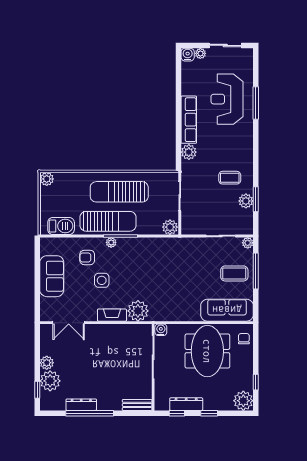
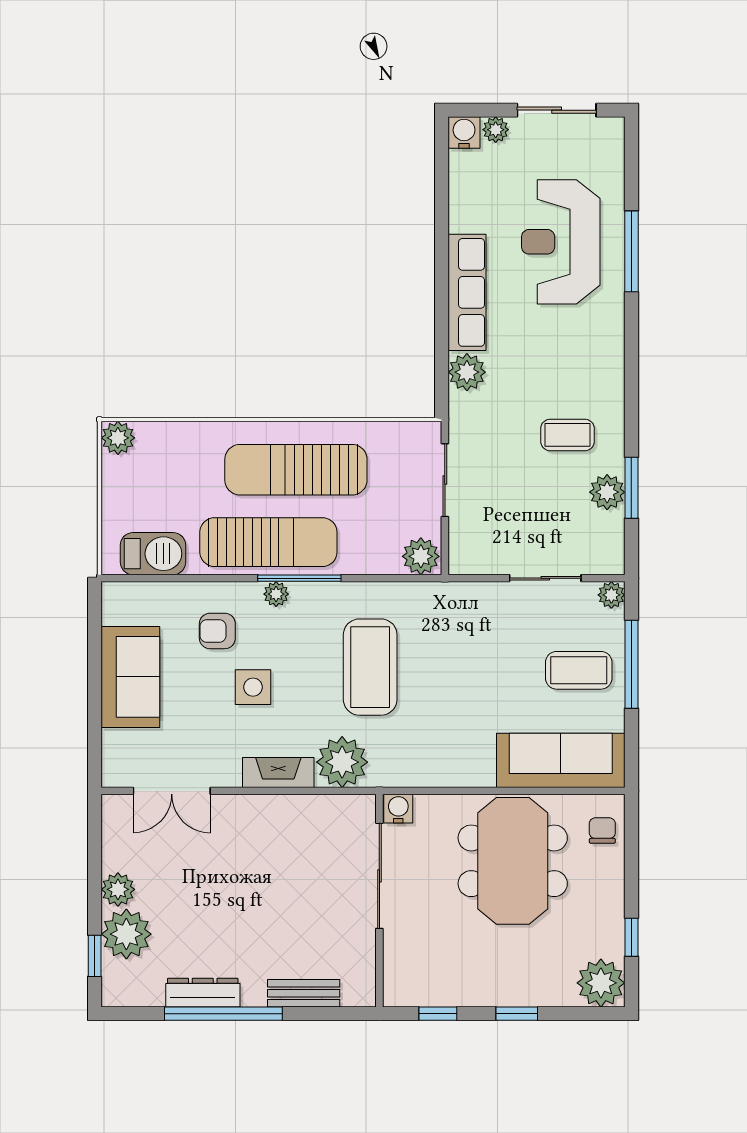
coffee table: (149, 272) -> (370, 667), added
dresser: (186, 404) -> (460, 991), removed
bench: (137, 405) -> (304, 993), moved

